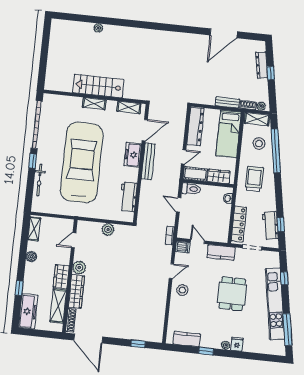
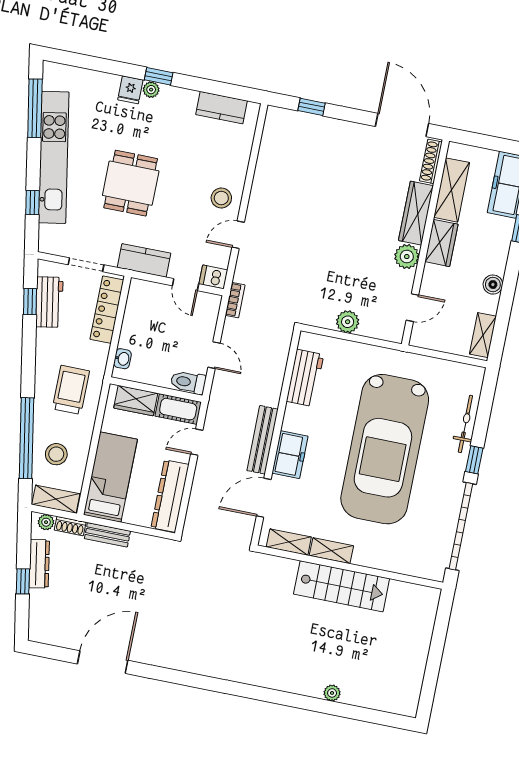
dresser: (262, 65) -> (39, 564), moved
shelving: (94, 104) -> (331, 551), moved
trolley: (254, 179) -> (71, 390), turned 180
window: (206, 351) -> (159, 76), moved

